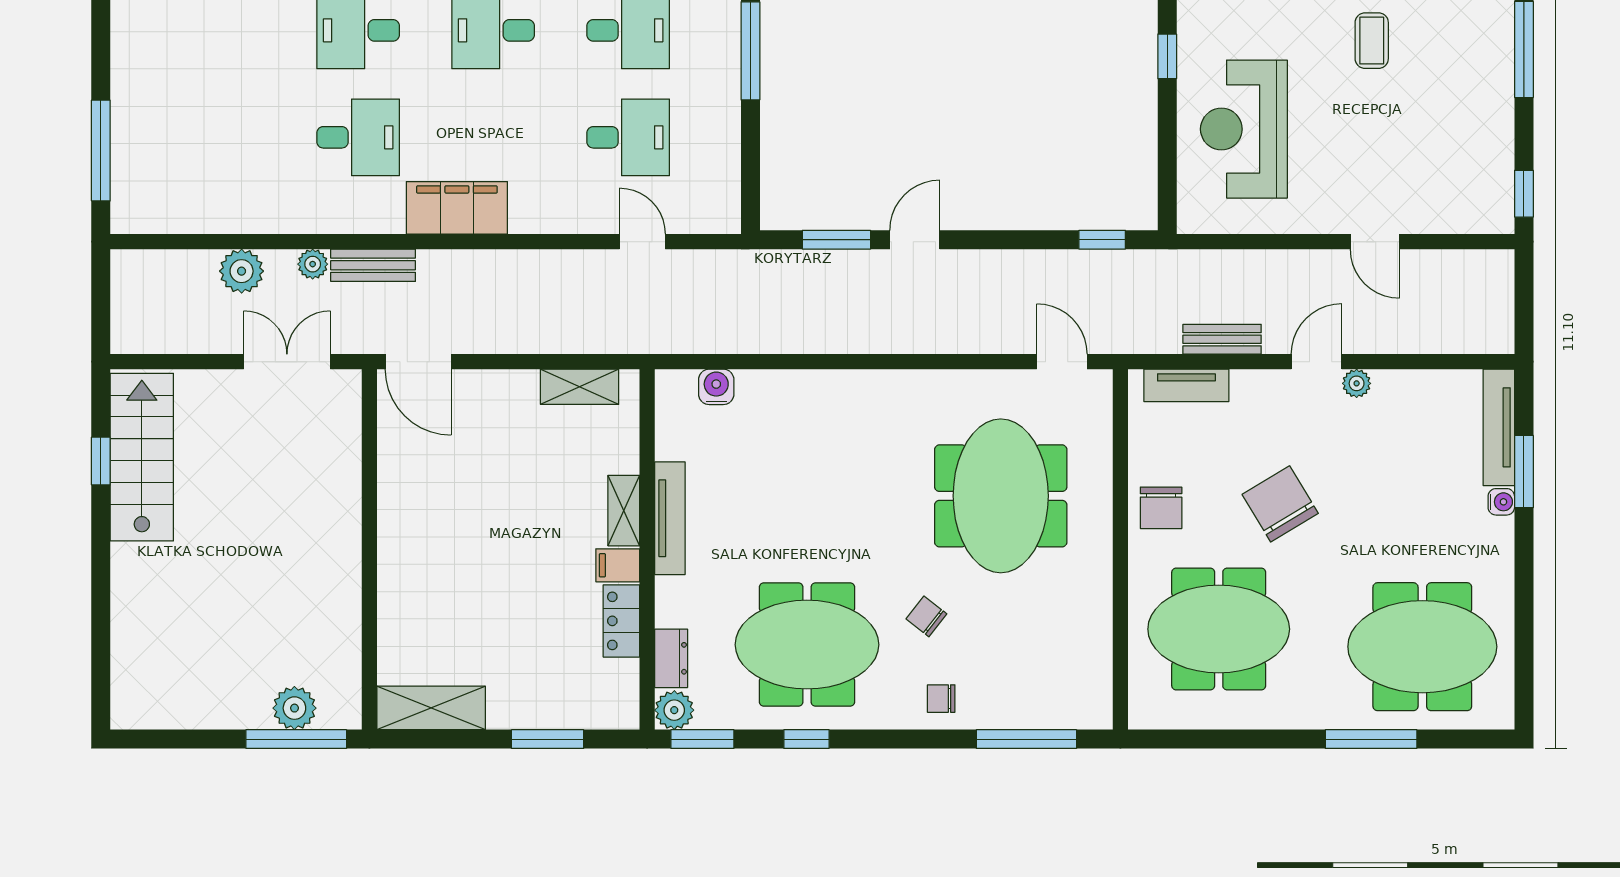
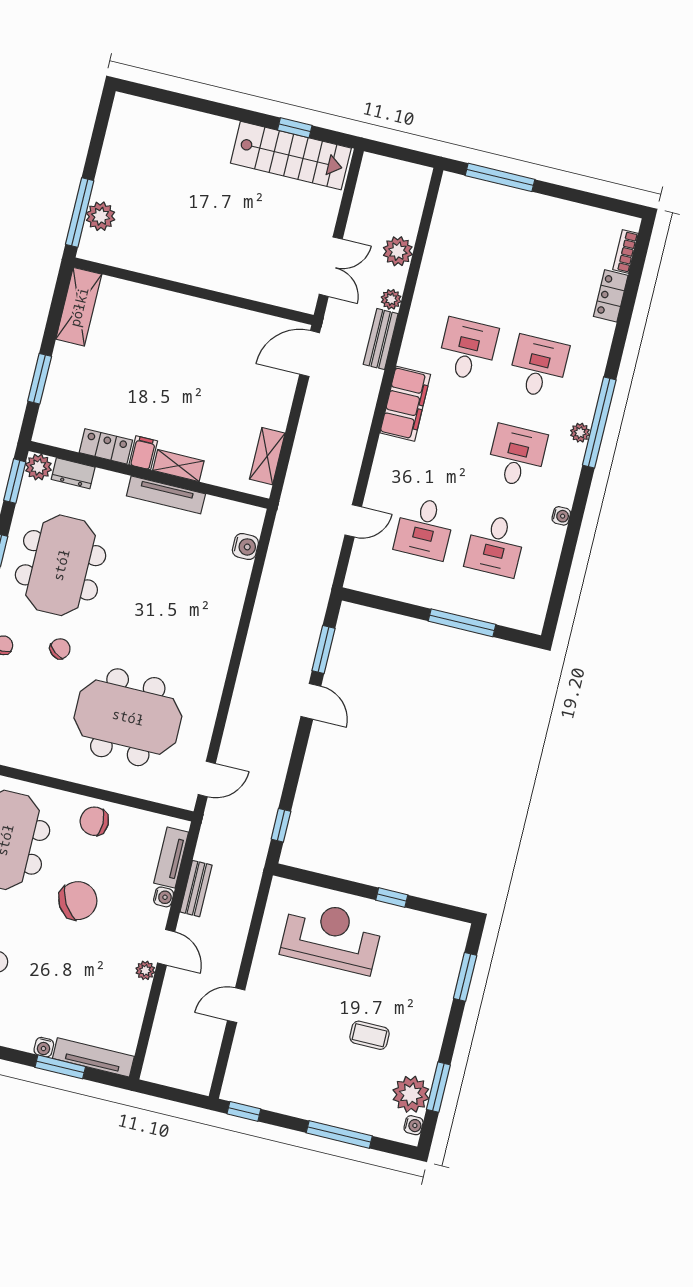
desk: (358, 137) -> (468, 350), turned 180
water cooler: (1245, 383) -> (164, 897), added

